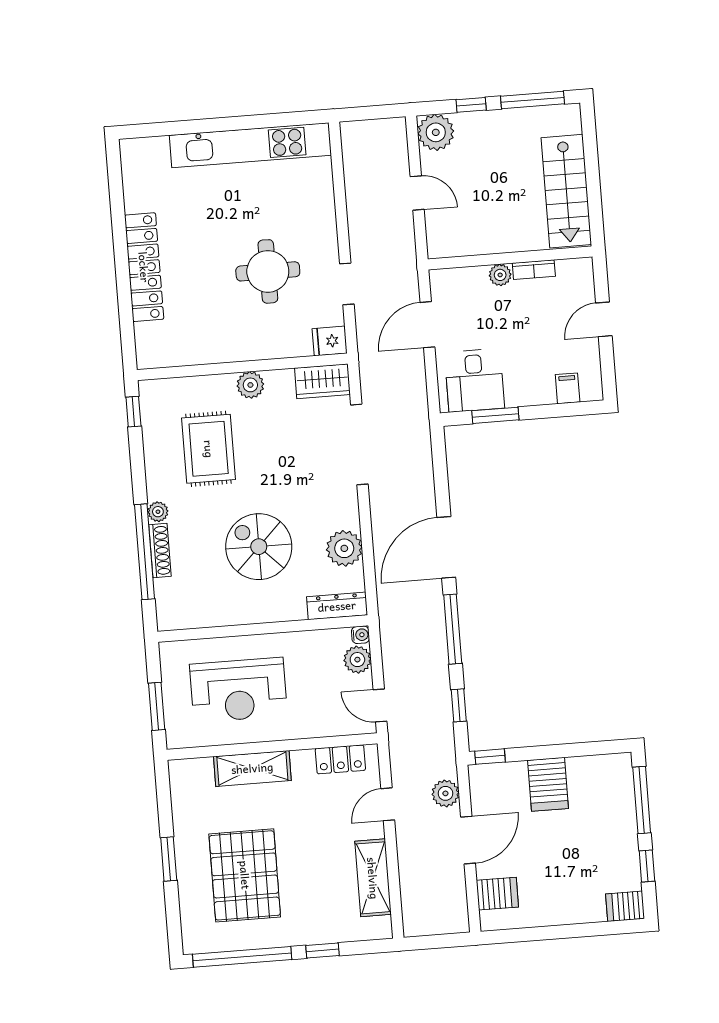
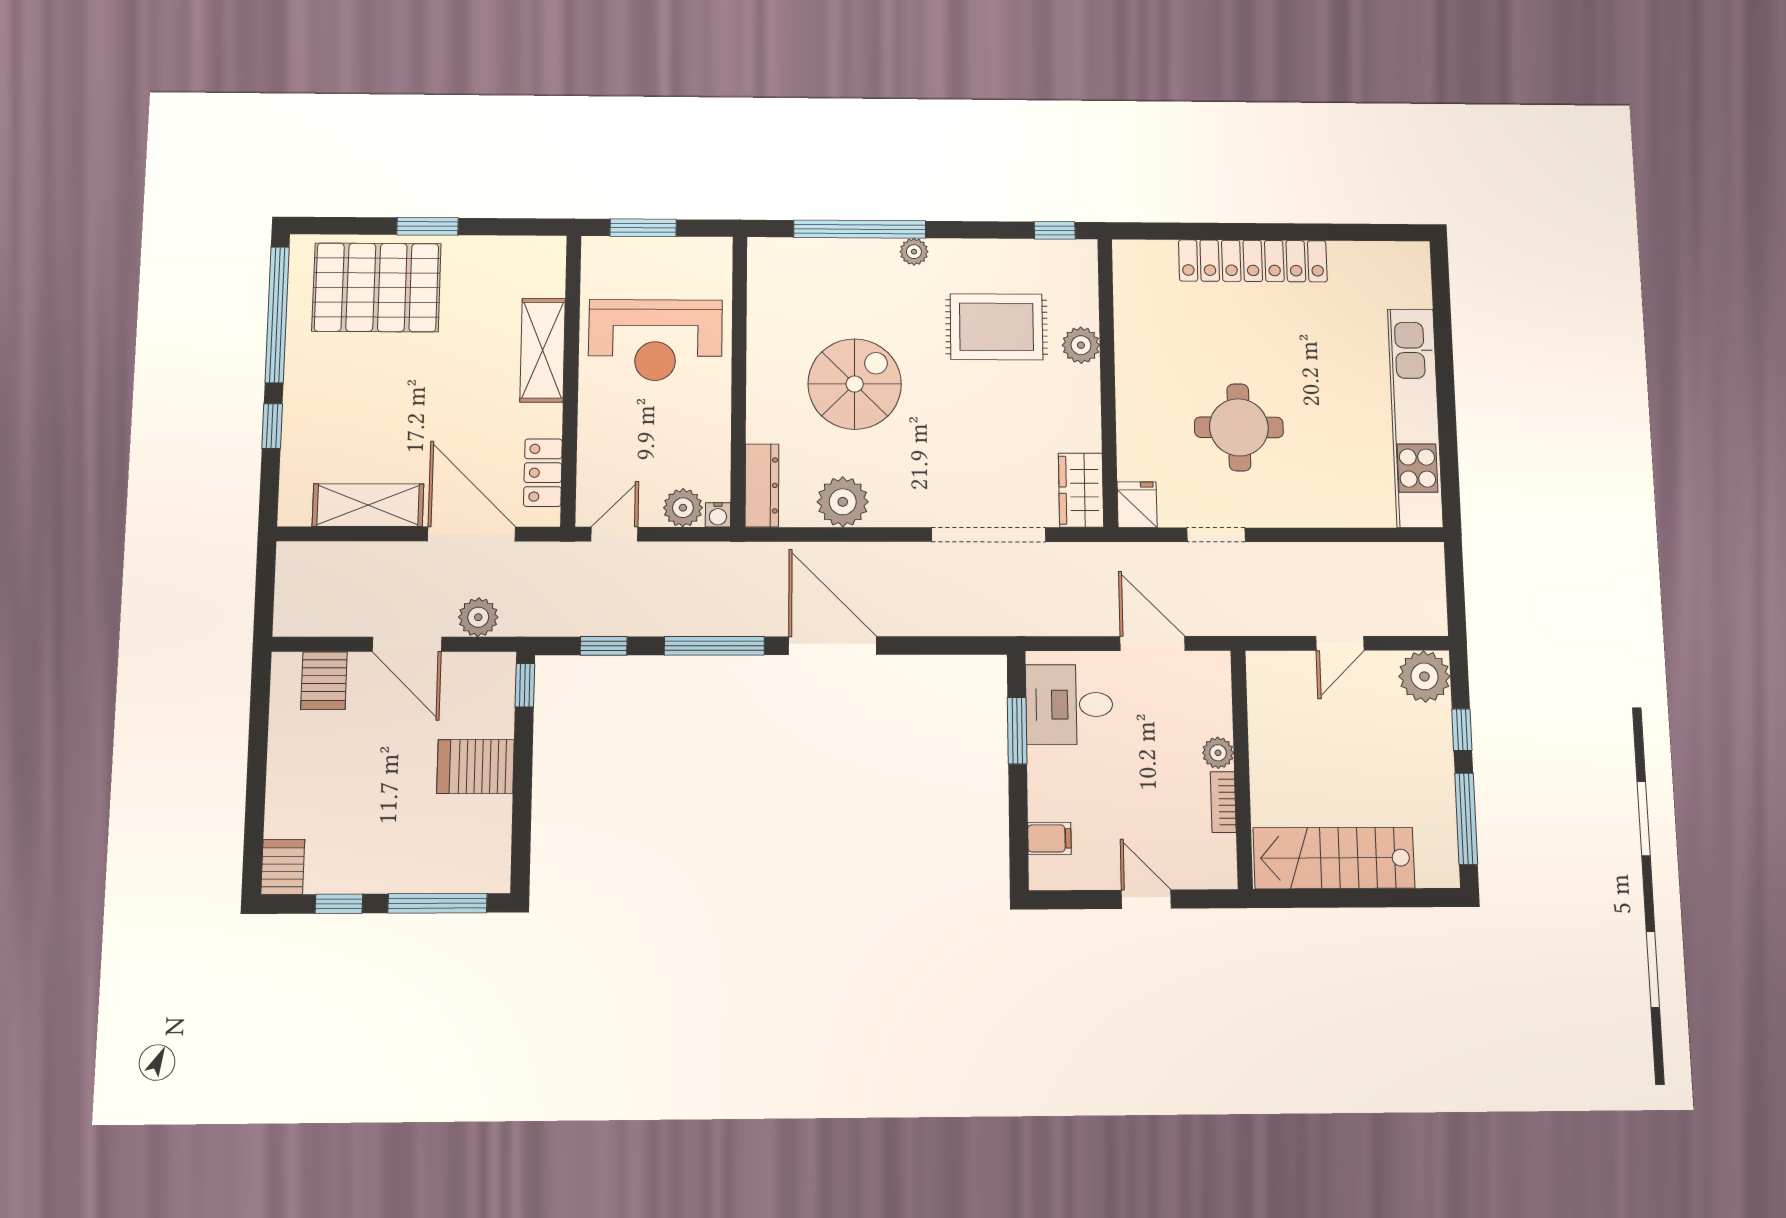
plant: (250, 385) -> (1081, 345), moved
shoe rack: (160, 551) -> (860, 250), removed
reception desk: (238, 690) -> (655, 340), turned -90
door: (388, 804) -> (471, 534), width x1.87
pallet: (245, 875) -> (377, 287), moved

